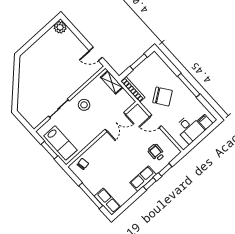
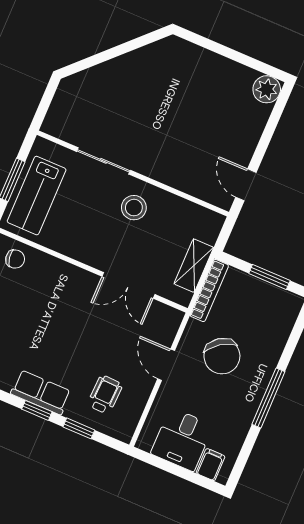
shelving: (112, 82) -> (194, 266), moved

